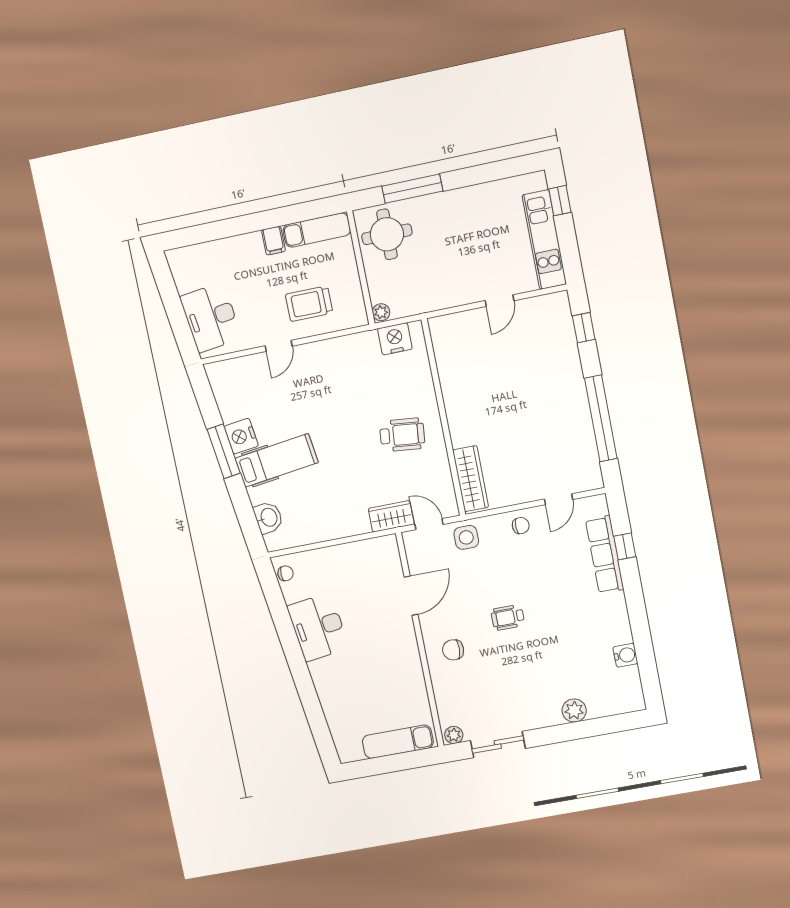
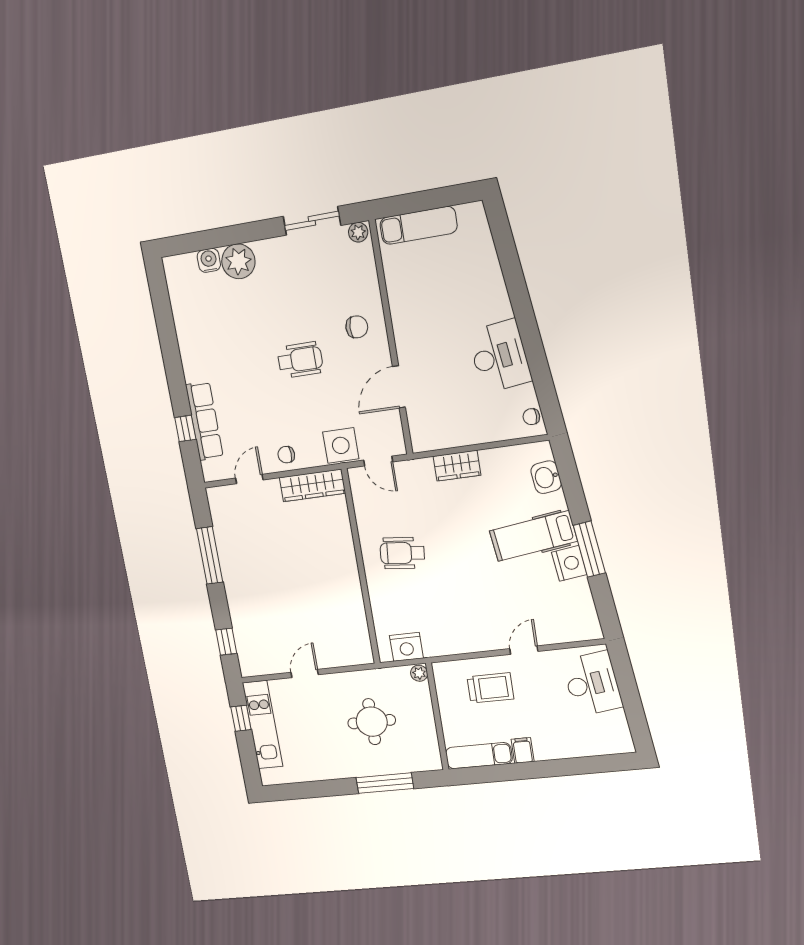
window: (560, 201) -> (241, 718), moved
round table: (387, 234) -> (372, 722), moved
window: (601, 418) -> (210, 555), width x0.68
wardrobe: (471, 479) -> (312, 485), moved, turned -90
wardrobe: (391, 516) -> (457, 466), moved
side table: (466, 537) -> (341, 445), width x1.37, depth x1.37
wheelchair: (508, 617) -> (300, 360), width x1.36, depth x1.37
water cooler: (625, 655) -> (209, 260), moved, turned 90
plant: (574, 711) -> (238, 261), width x1.36, depth x1.36

